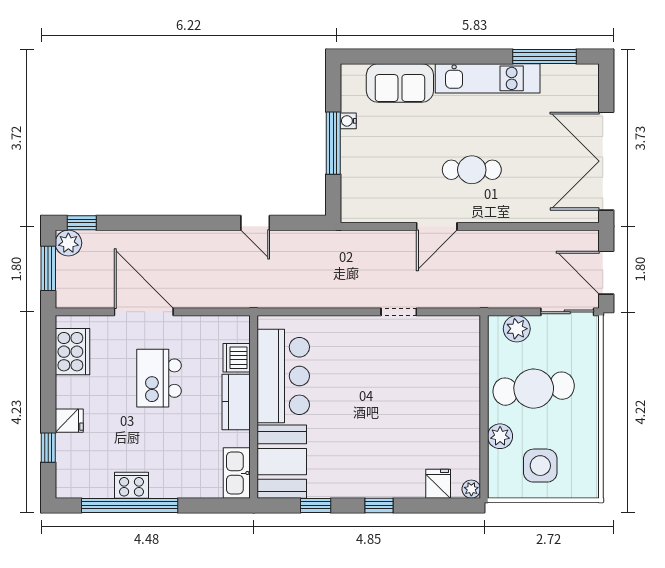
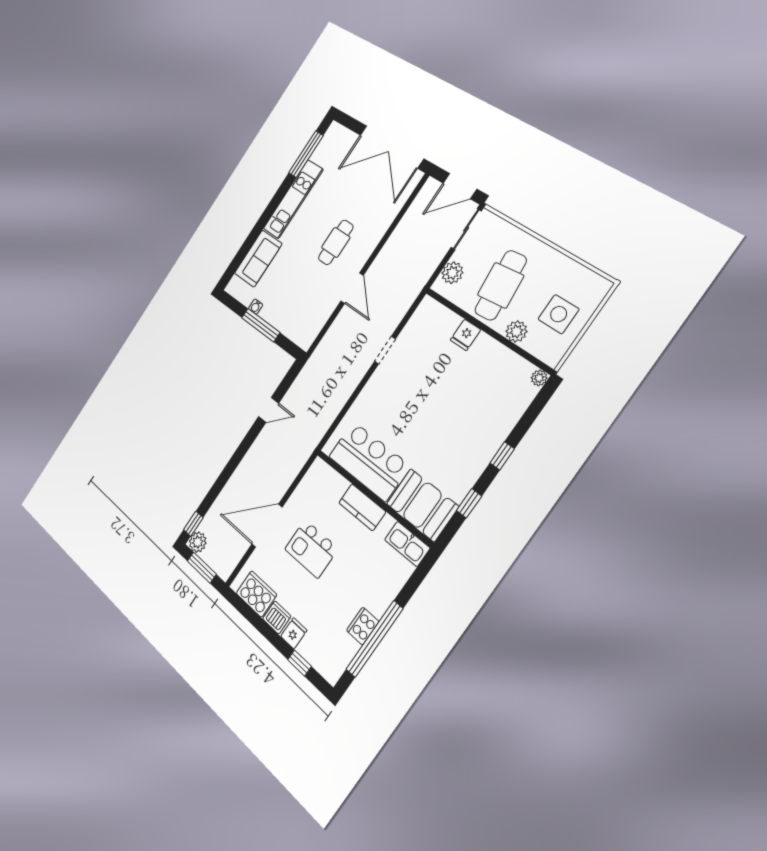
dishwasher: (237, 358) -> (277, 617), moved, turned 180
fridge: (438, 484) -> (465, 335), moved, turned -90

